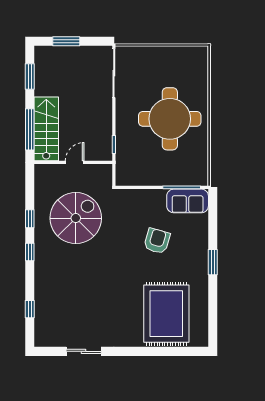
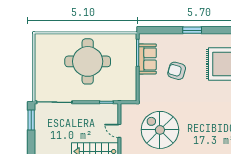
window: (66, 41) -> (31, 120), moved
sofa: (188, 201) -> (147, 59), moved

